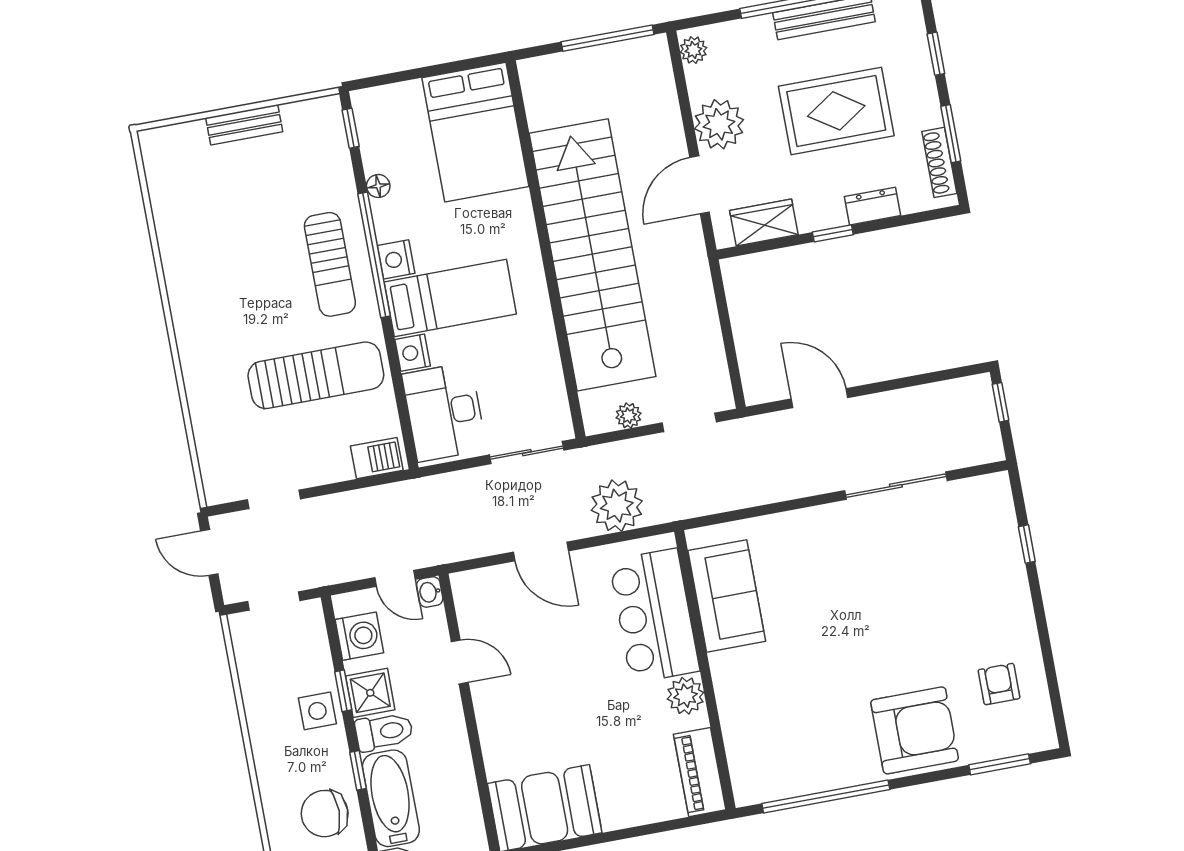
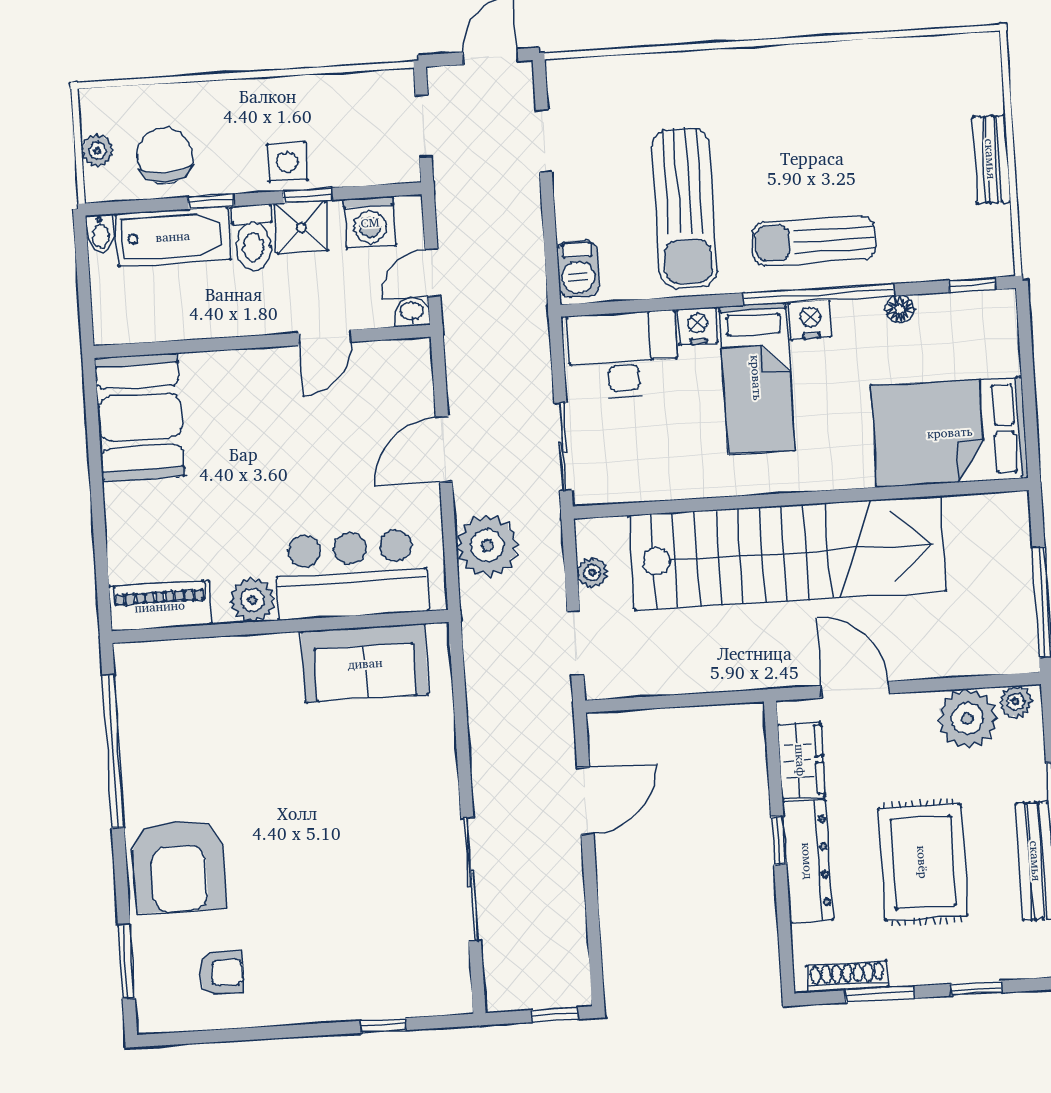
plant: (719, 124) -> (967, 719), moved
dresser: (873, 206) -> (808, 861), width x1.96, depth x1.24

